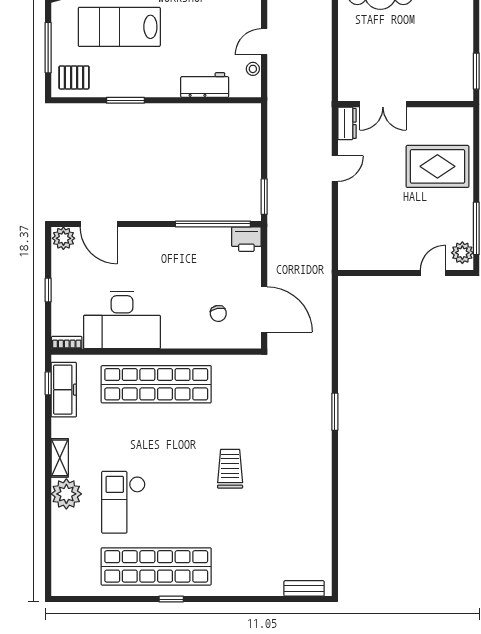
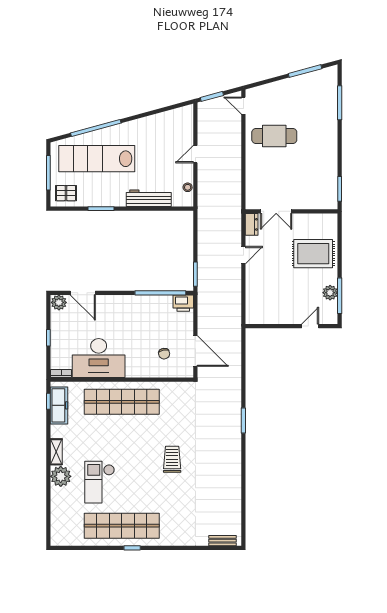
lab bench: (119, 27) -> (97, 159), width x1.36
door: (264, 42) -> (195, 154), moved
workbench: (205, 85) -> (149, 198), width x1.38
plant: (462, 253) -> (330, 293), moved

